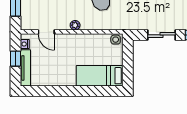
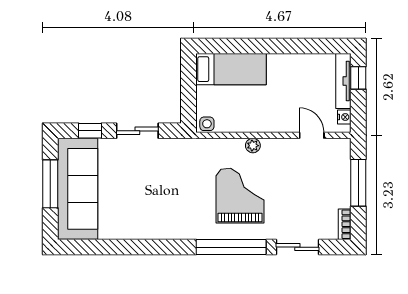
plant: (75, 25) -> (253, 146), moved
window: (16, 59) -> (358, 78), moved

